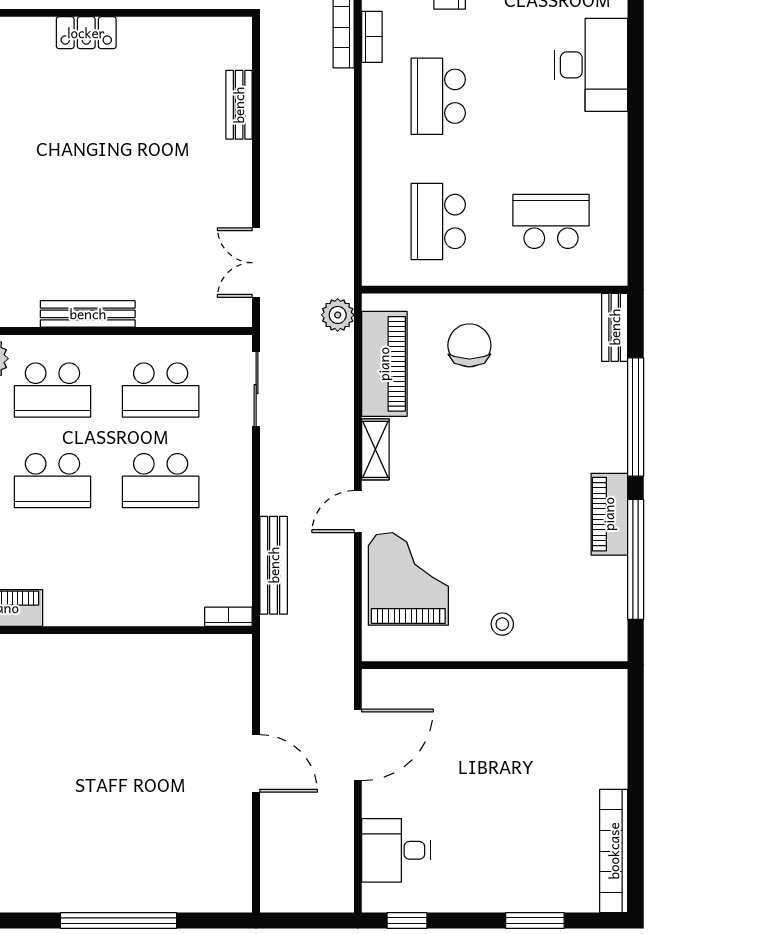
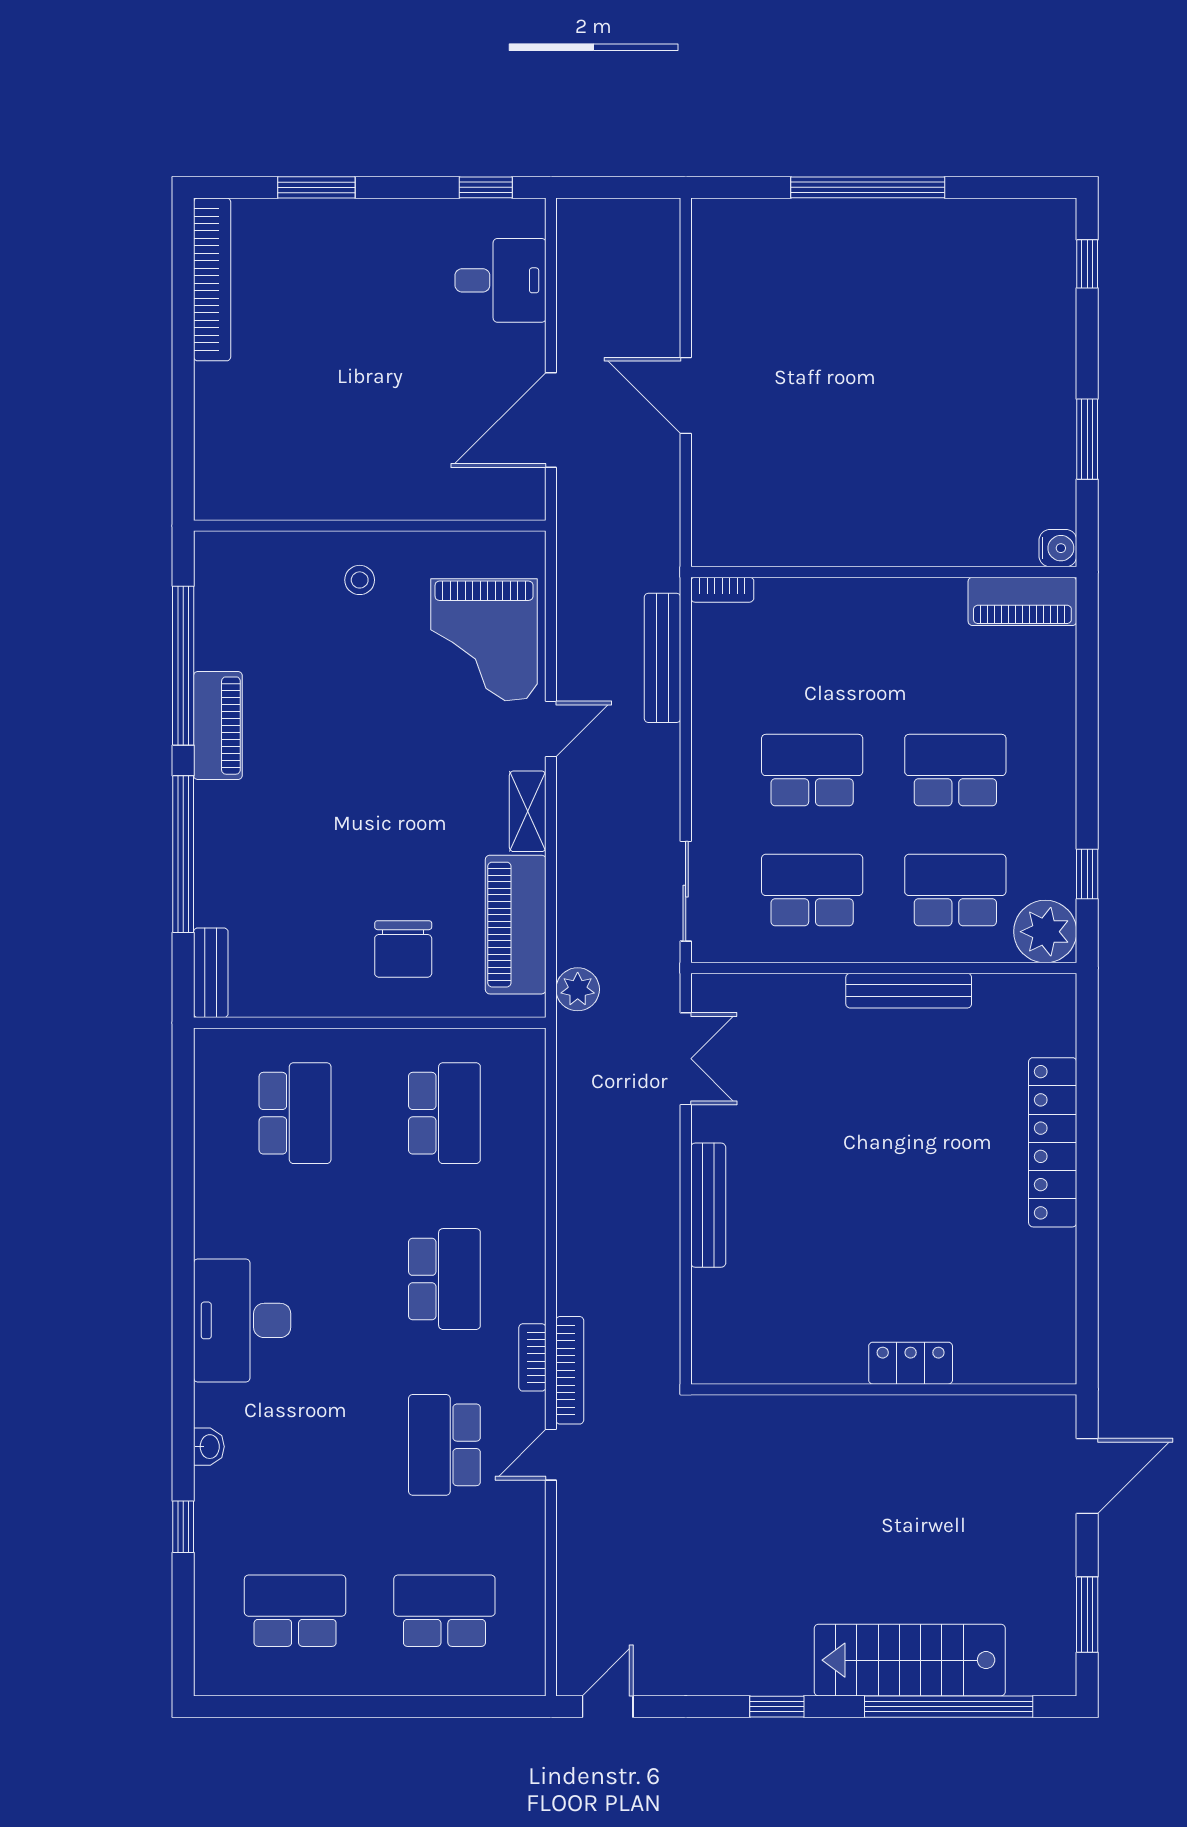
bench: (239, 105) -> (708, 1205), moved, width x1.36
school desk: (551, 221) -> (295, 1113), turned -90

